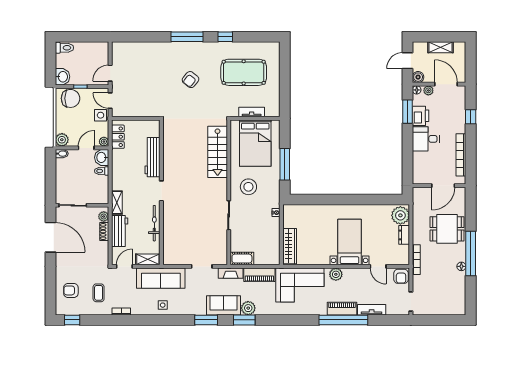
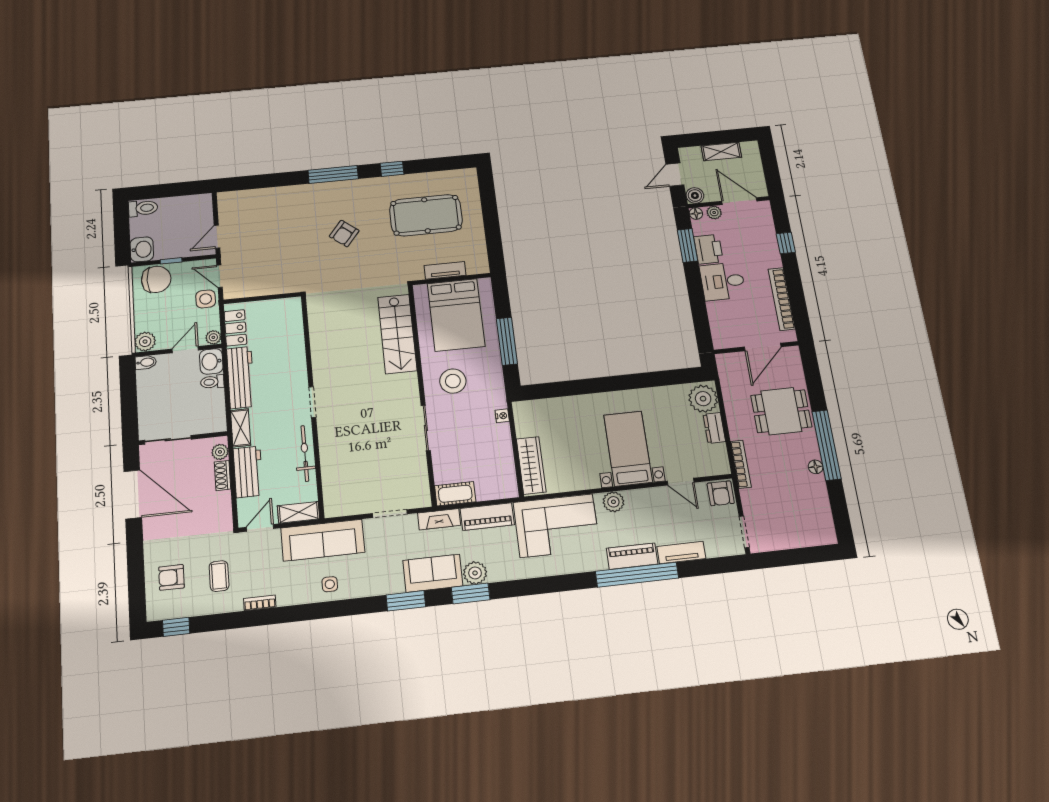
workbench: (153, 157) -> (241, 377), moved, turned 180

